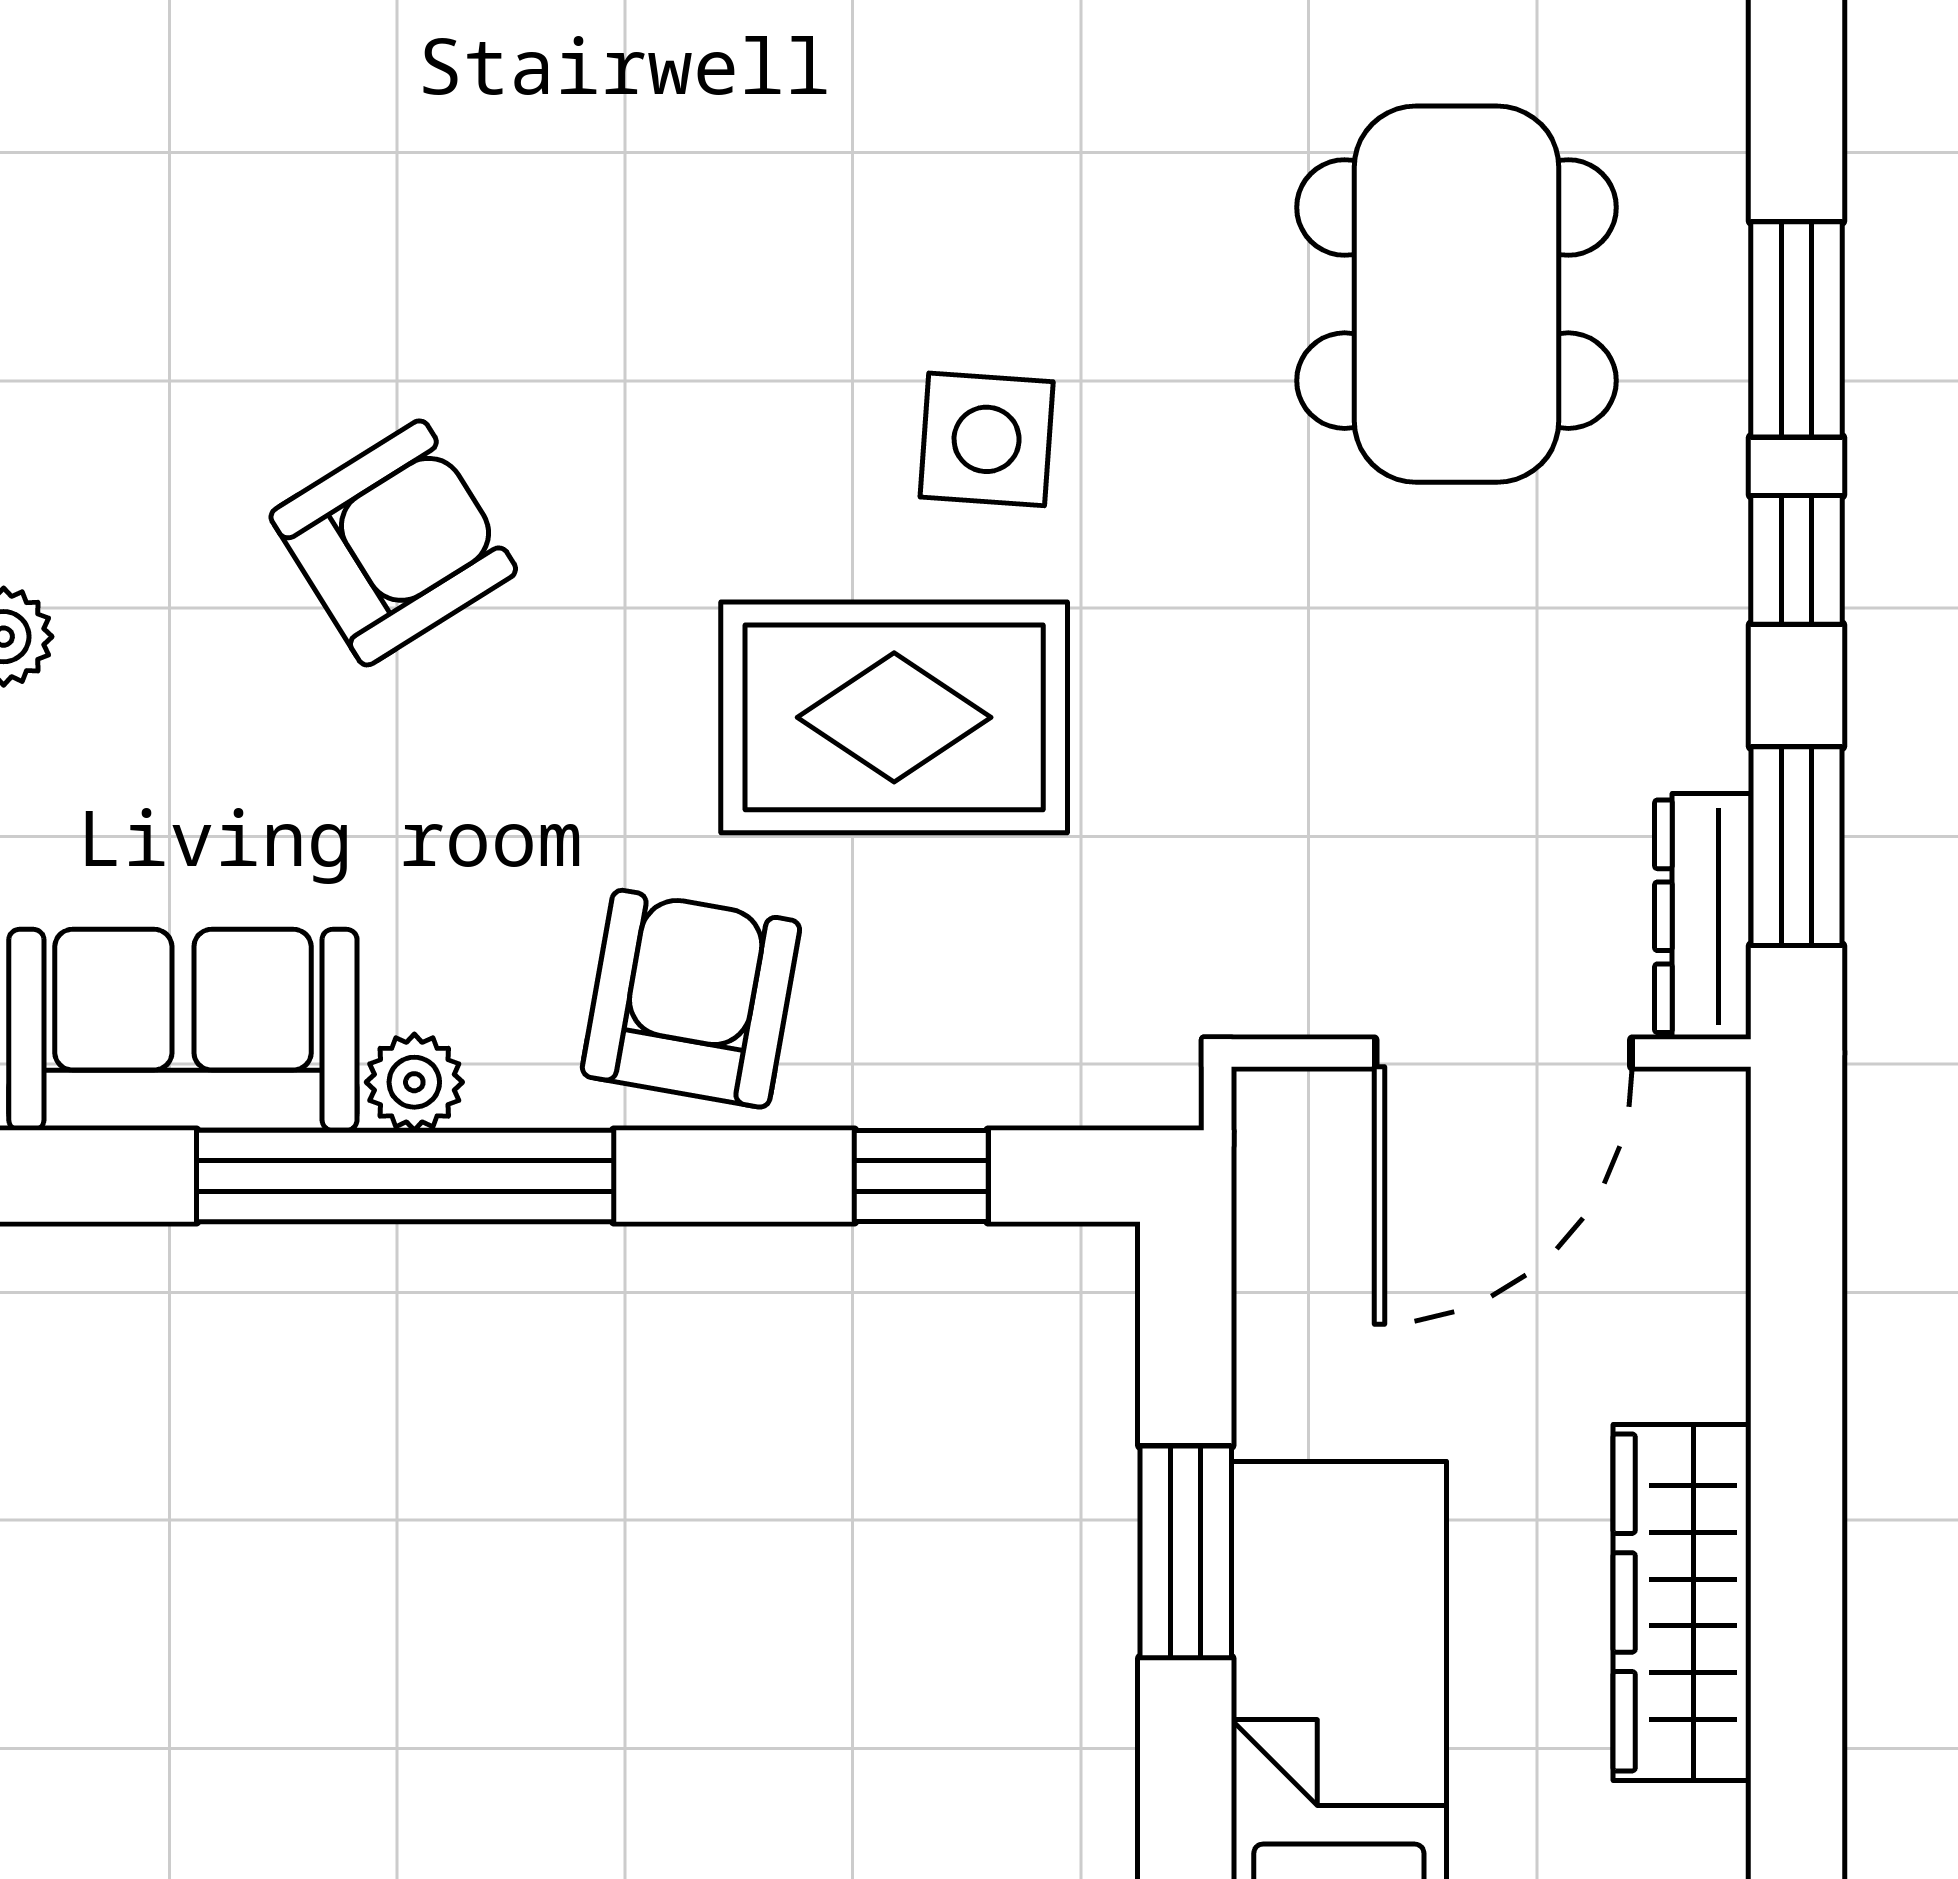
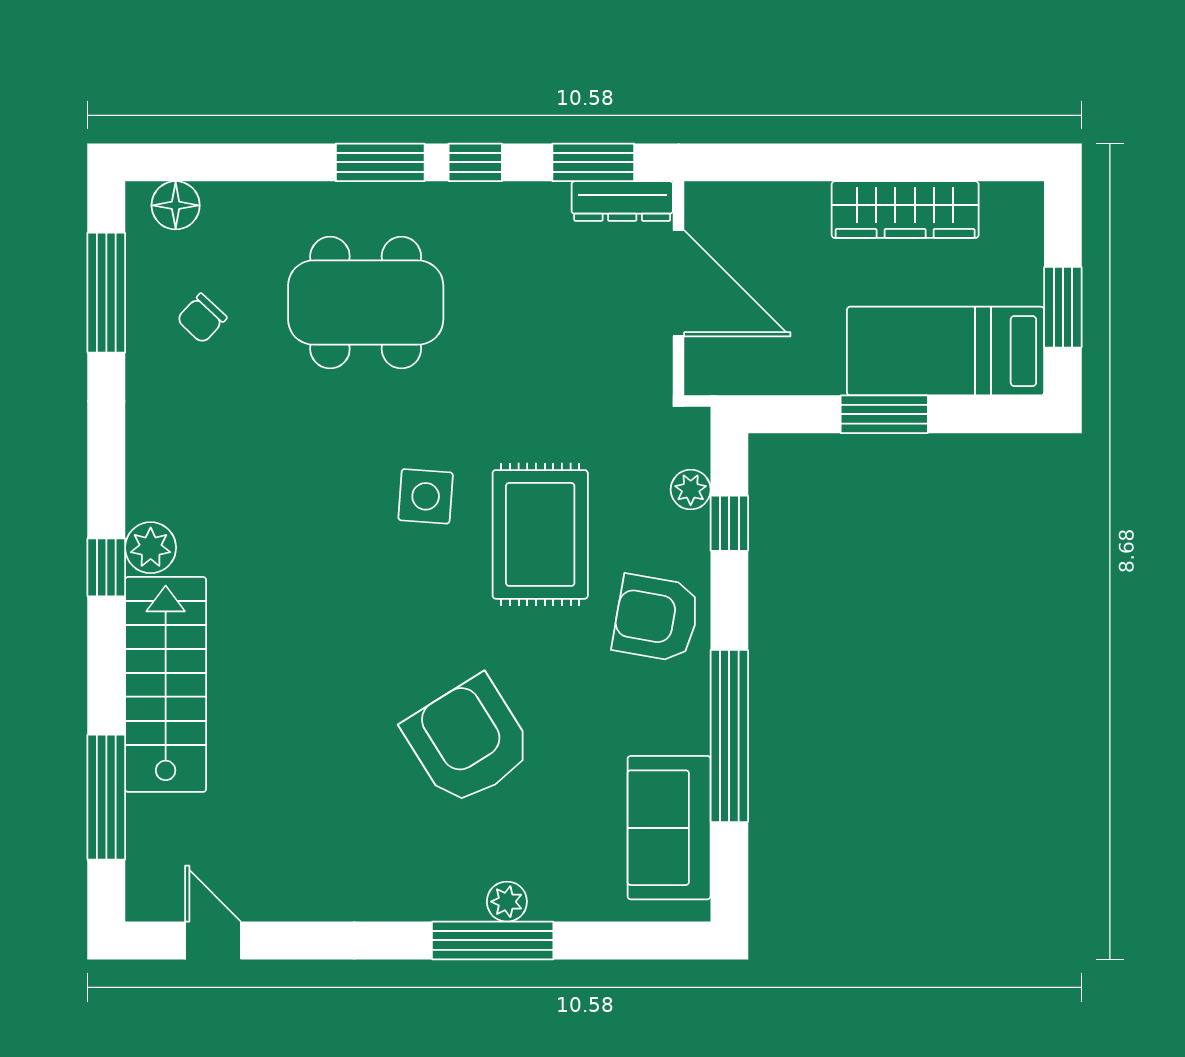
armchair: (393, 543) -> (468, 741), width x1.36, depth x1.36
plant: (414, 1082) -> (691, 490), moved

